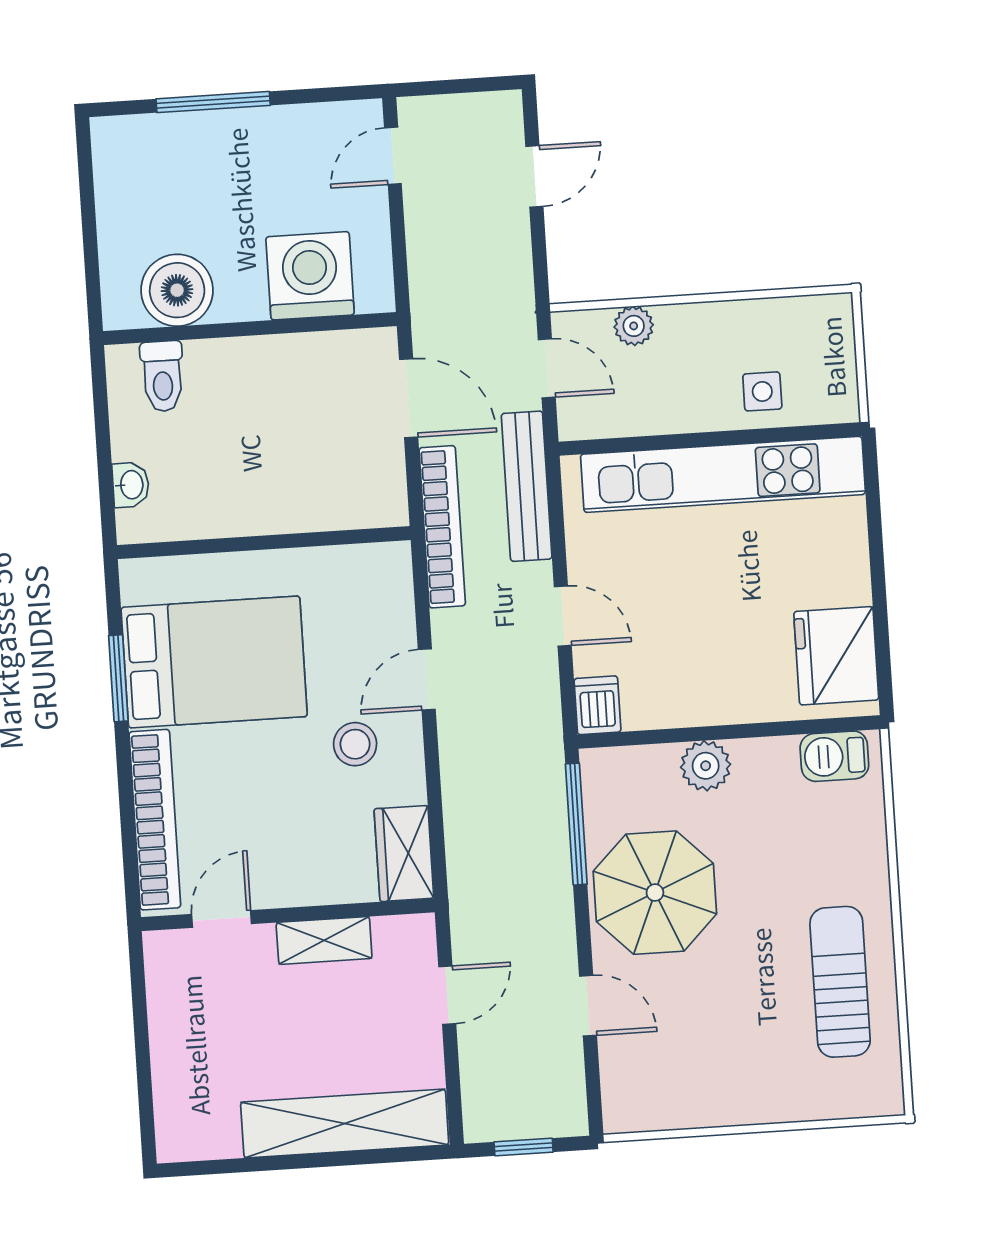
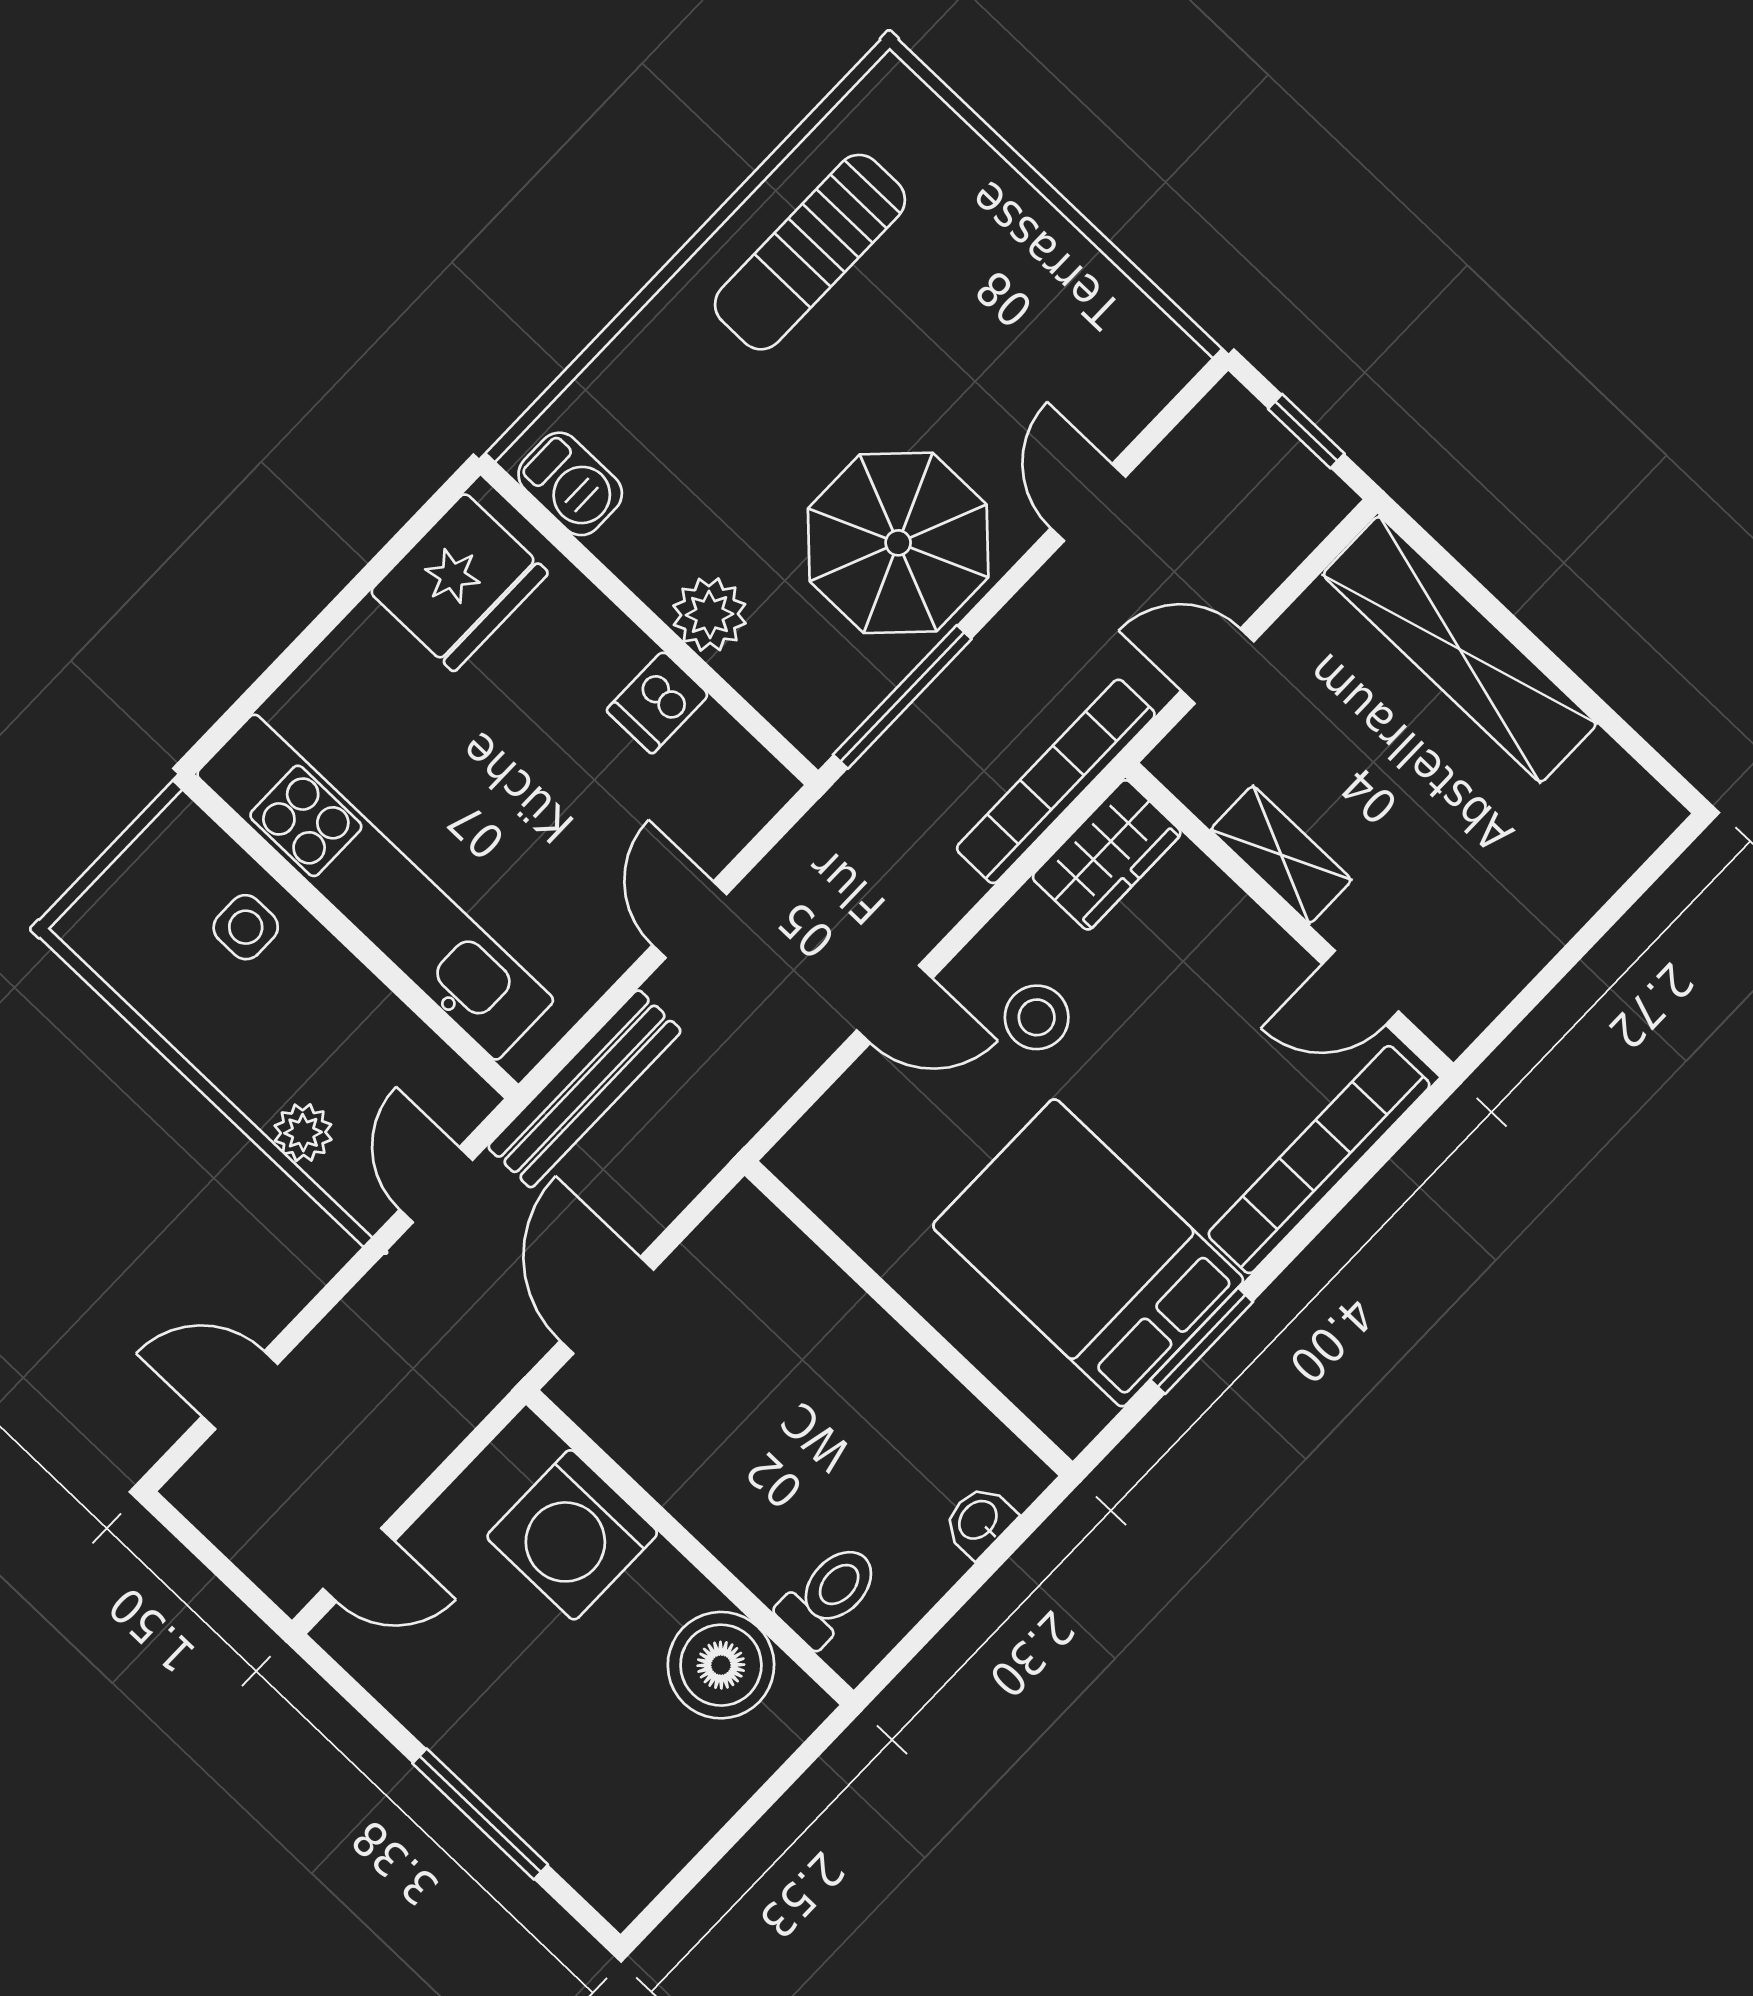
bookcase: (442, 527) -> (1056, 781), moved
dishwasher: (597, 705) -> (657, 702), moved

